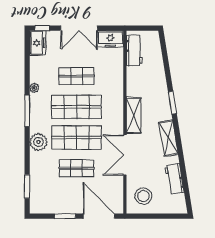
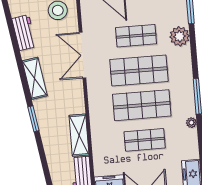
shelving: (134, 115) -> (79, 135), moved
plant: (38, 142) -> (180, 36), moved
double door: (125, 155) -> (82, 55), swing flipped

